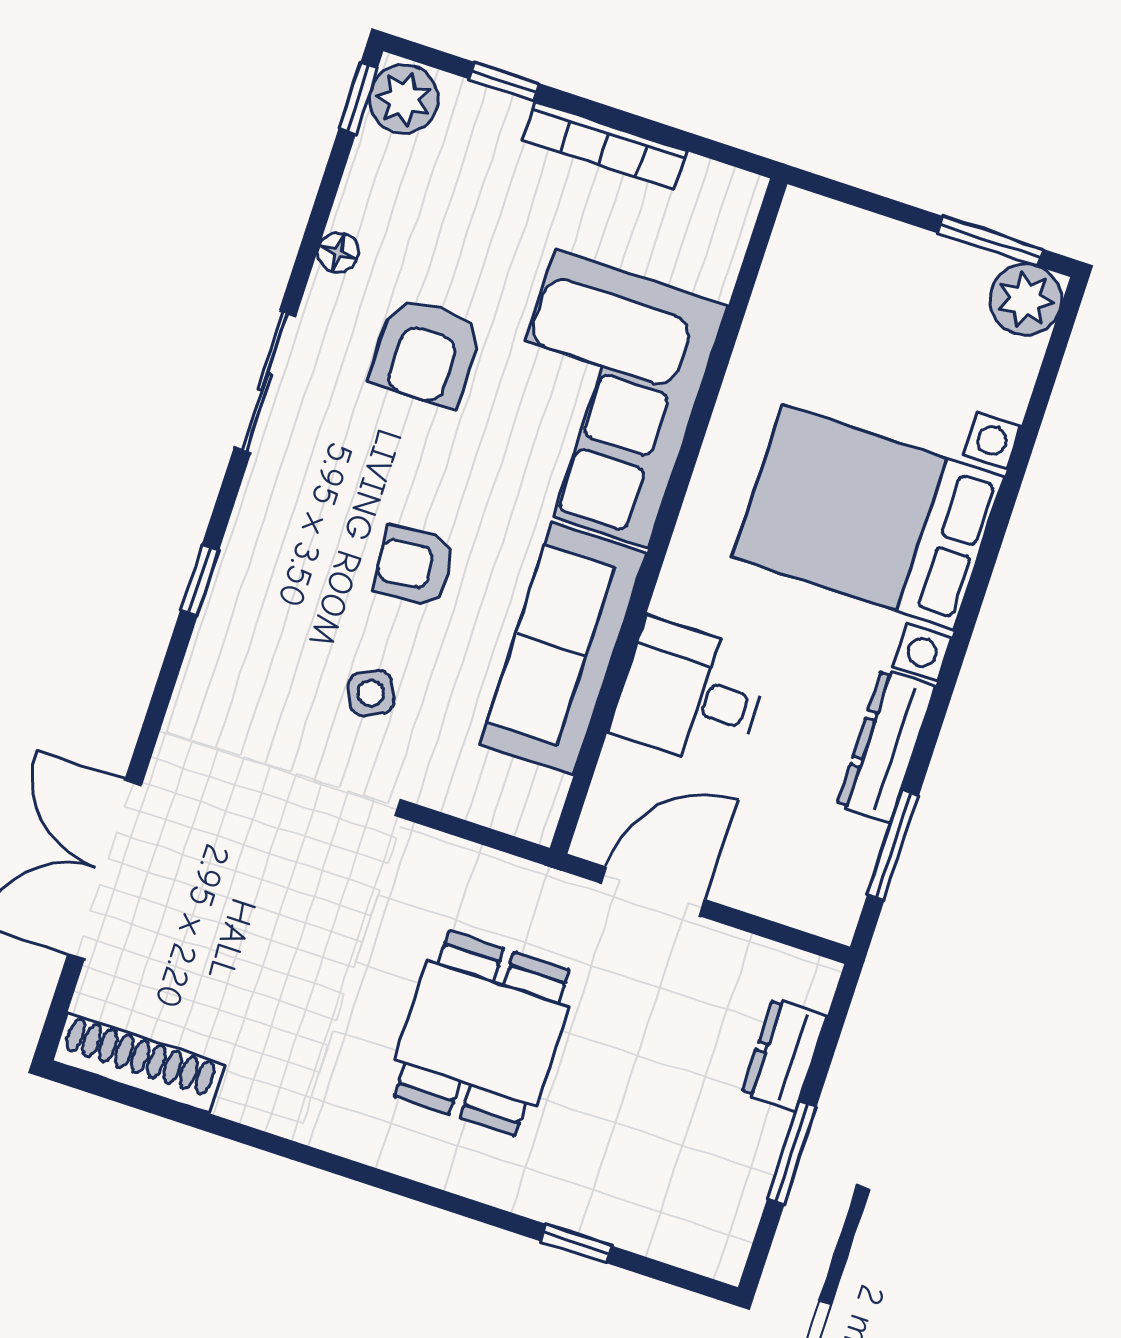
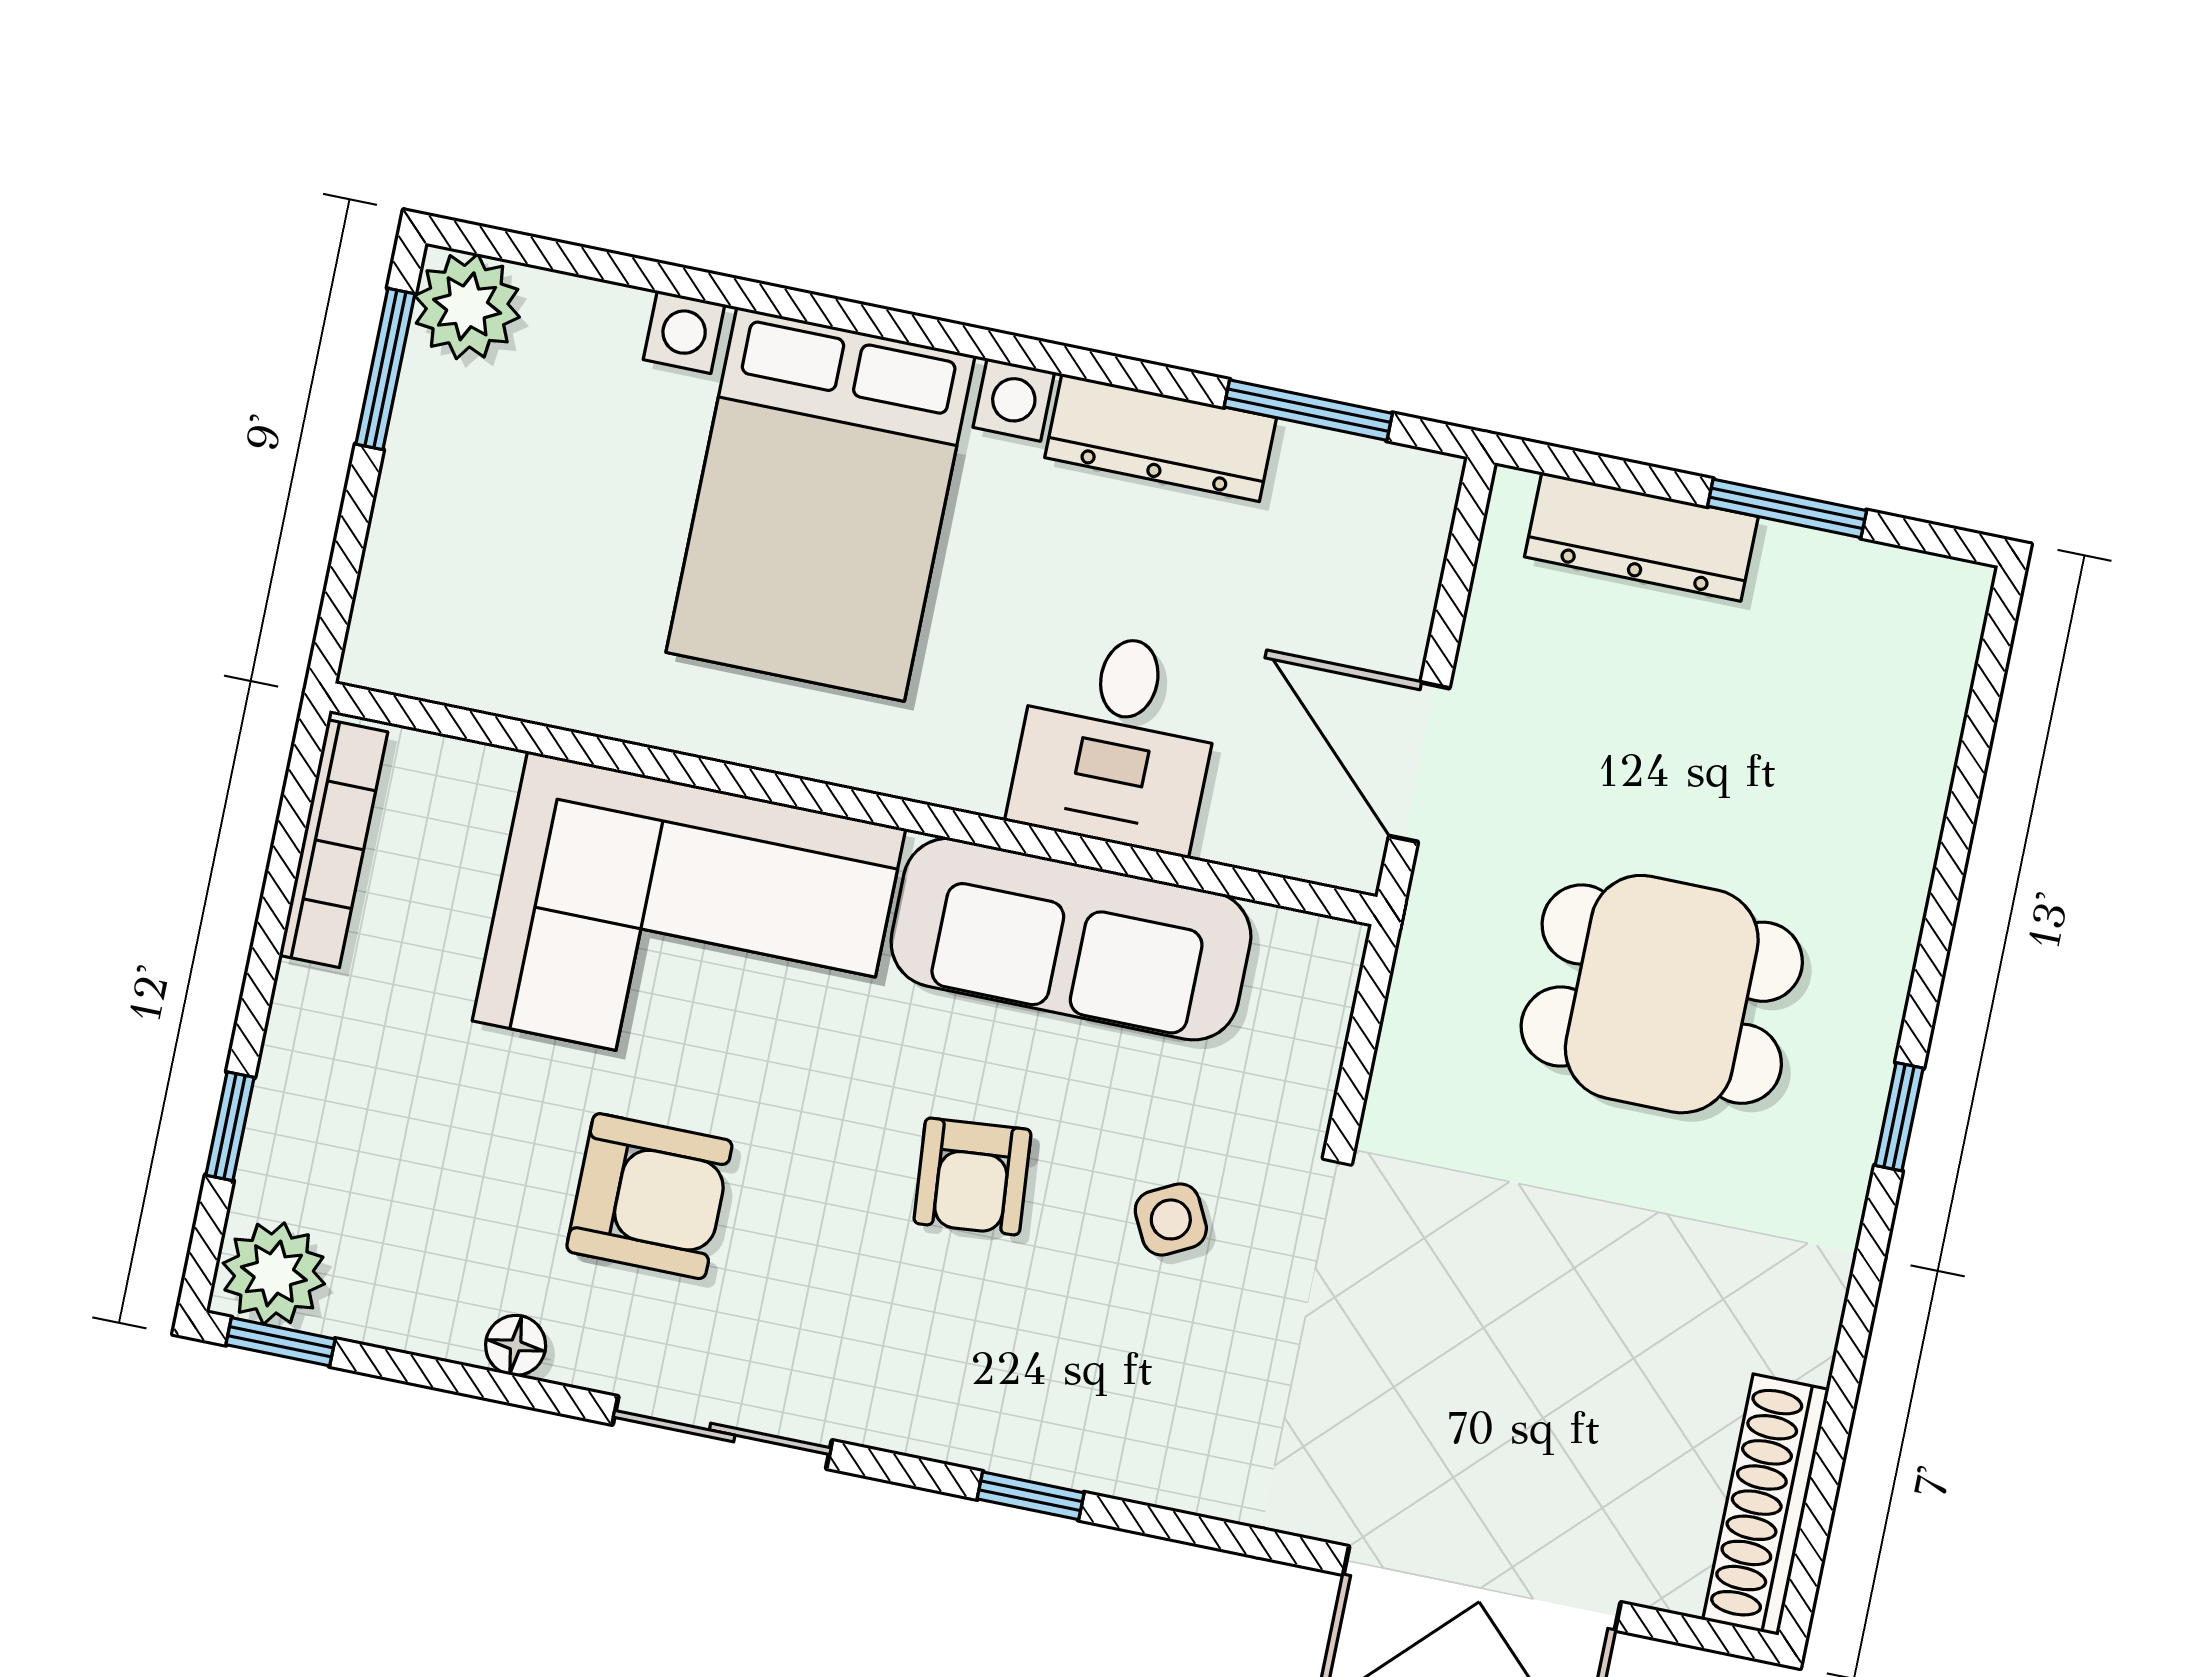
bookcase: (605, 145) -> (333, 844), moved
dresser: (784, 1055) -> (1641, 537), width x1.44
window: (576, 1244) -> (1899, 1117), moved

